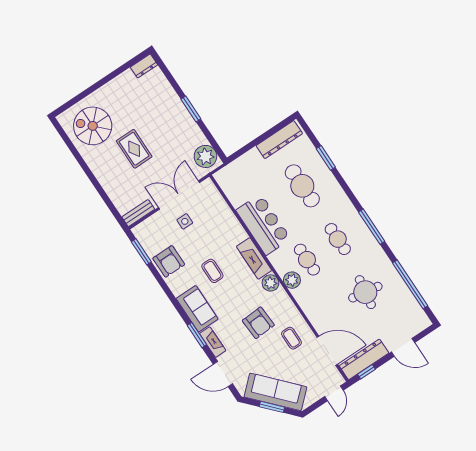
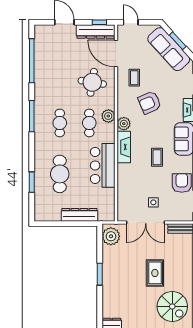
dresser: (279, 140) -> (79, 215), moved
round table: (365, 292) -> (92, 82), moved
armchair: (258, 323) -> (150, 103), turned -110
door: (334, 393) -> (131, 22), hinge flipped

